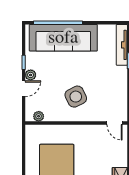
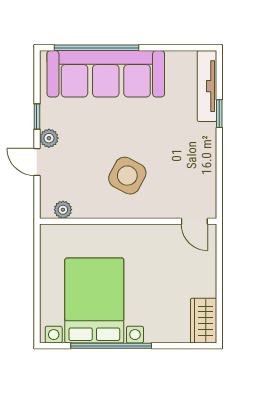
door: (24, 89) -> (37, 162), swing flipped
side table: (76, 97) -> (127, 176), turned -36

